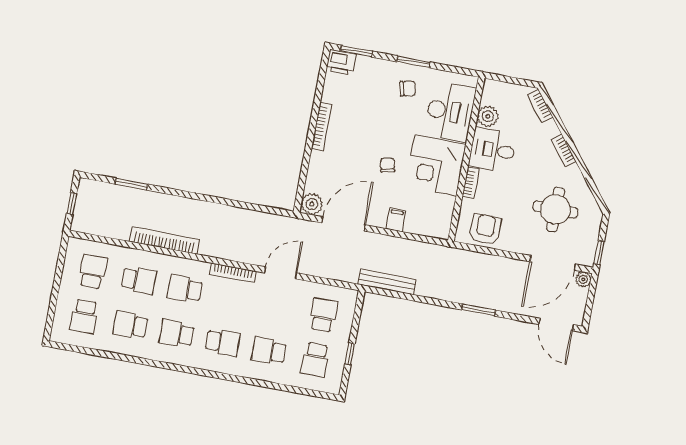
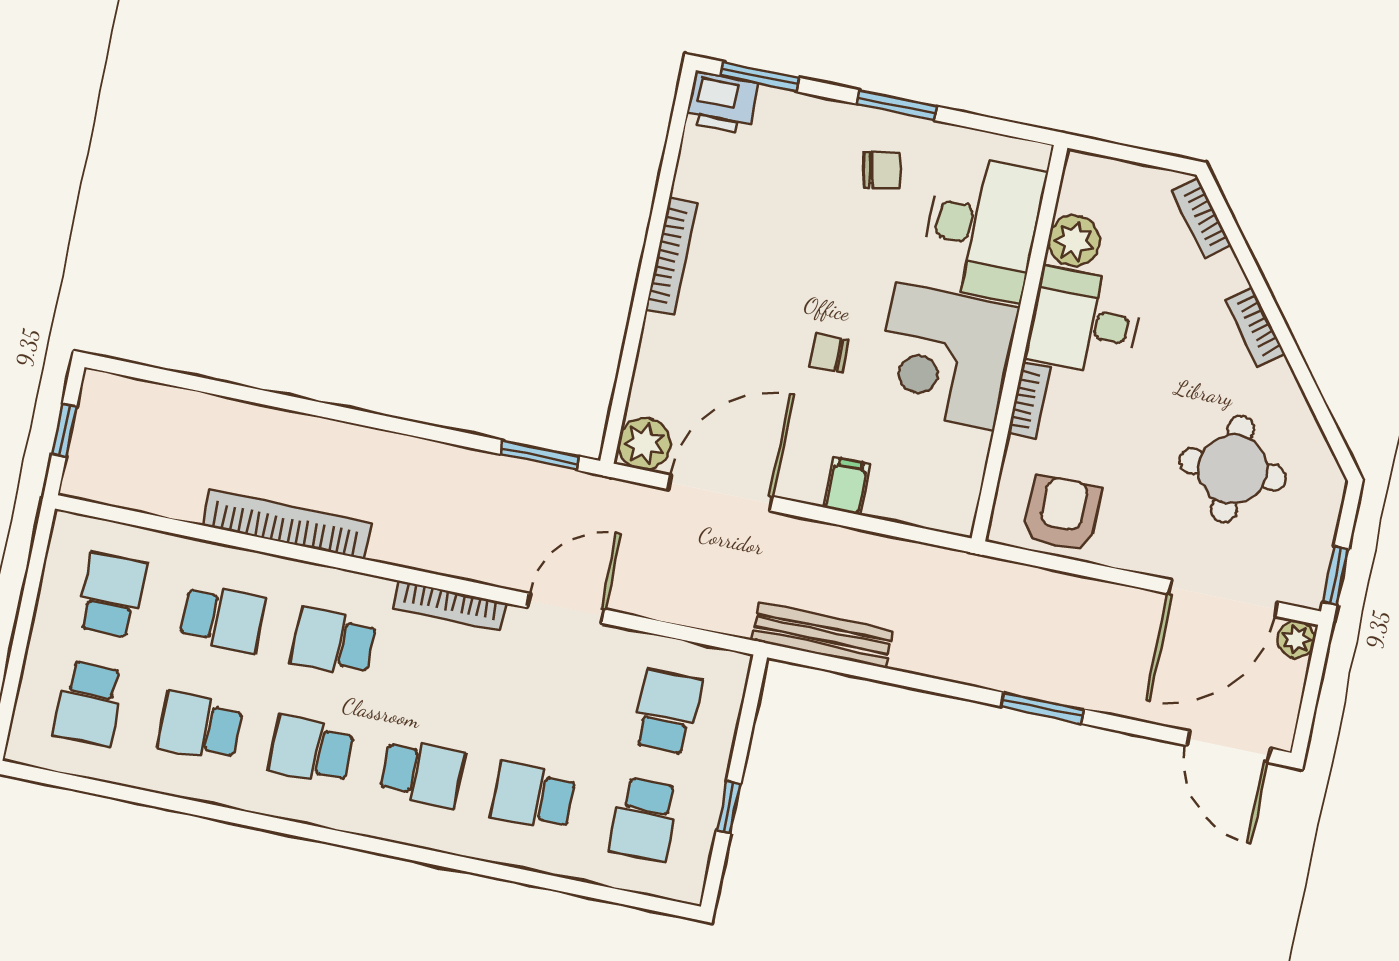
chair: (387, 165) -> (829, 353), turned -77
window: (131, 184) -> (540, 455), moved

